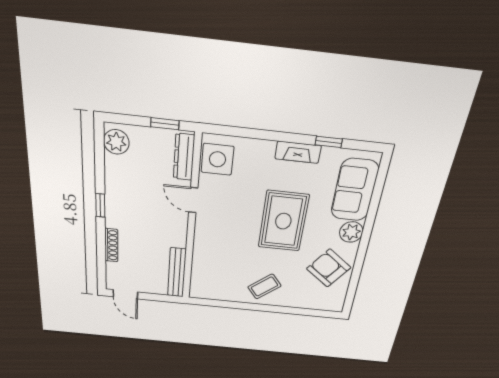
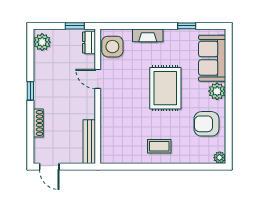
fireplace: (298, 152) -> (148, 35), moved
dresser: (184, 157) -> (89, 42), width x0.70
armchair: (329, 268) -> (206, 124), turned -37
coffee table: (264, 286) -> (159, 146), turned 39
plant: (336, 306) -> (220, 158), added

